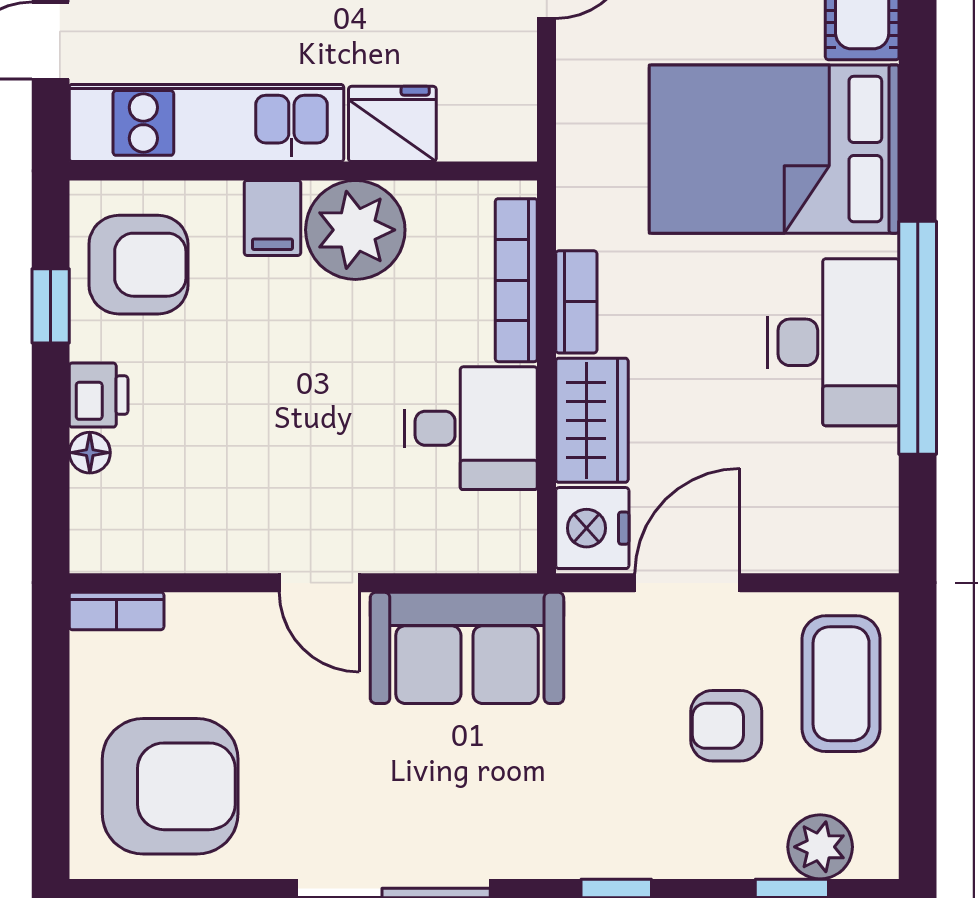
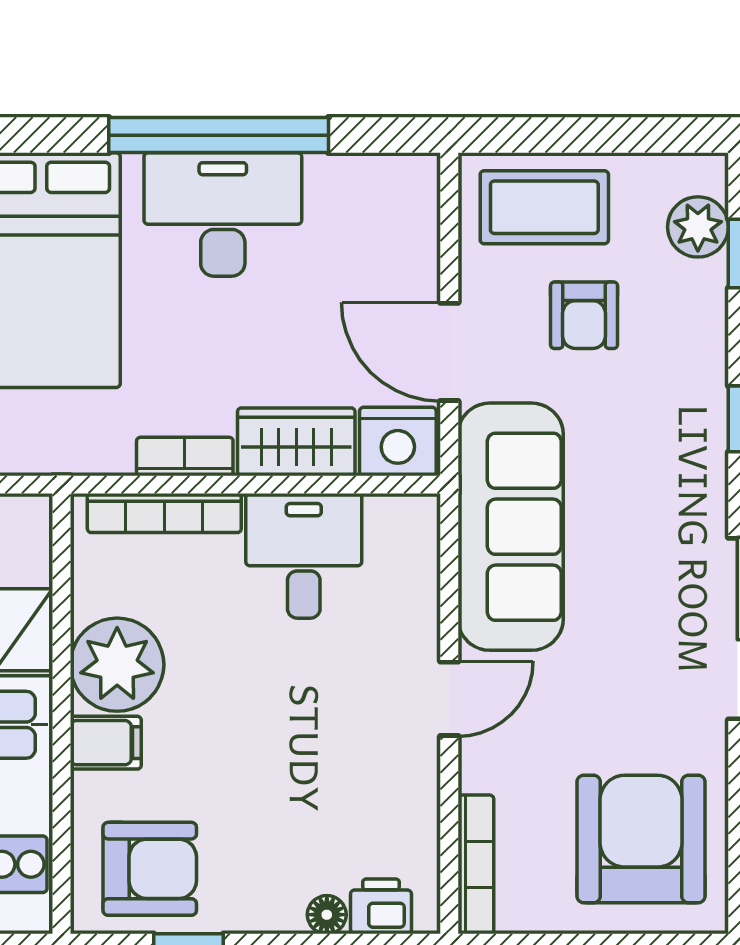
armchair: (138, 265) -> (150, 869), turned 90
printer: (99, 395) -> (381, 906), moved
bookcase: (117, 611) -> (476, 864), width x1.56
sofa: (467, 648) -> (511, 527), width x1.36

